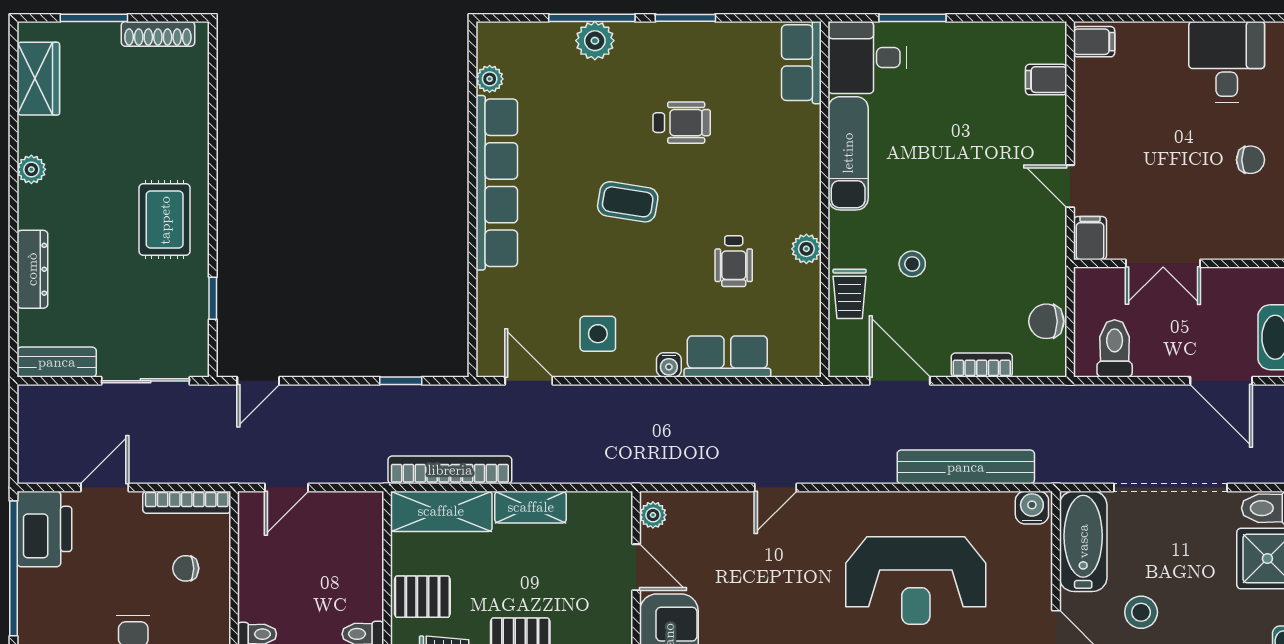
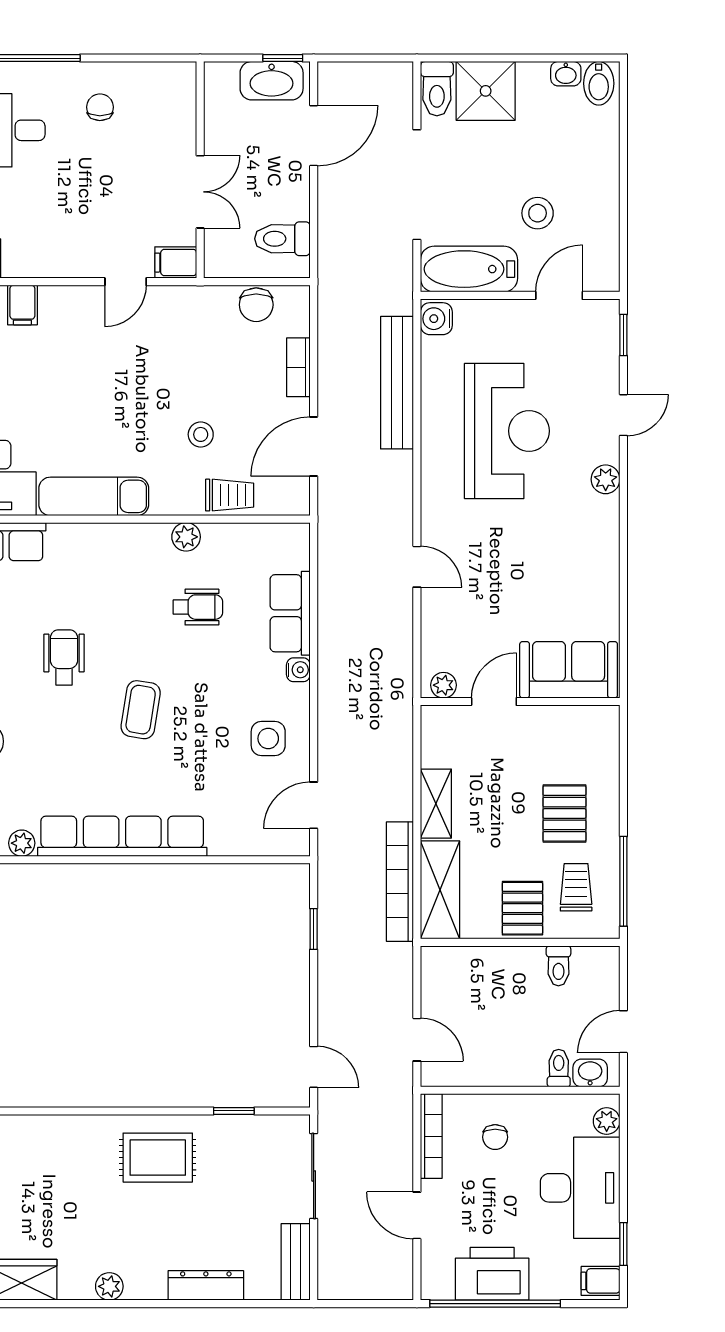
printer: (44, 529) -> (492, 1274), moved

